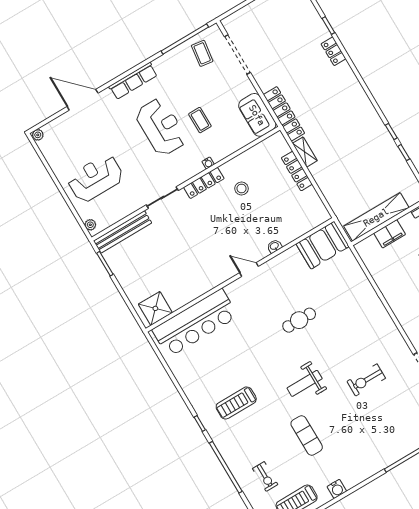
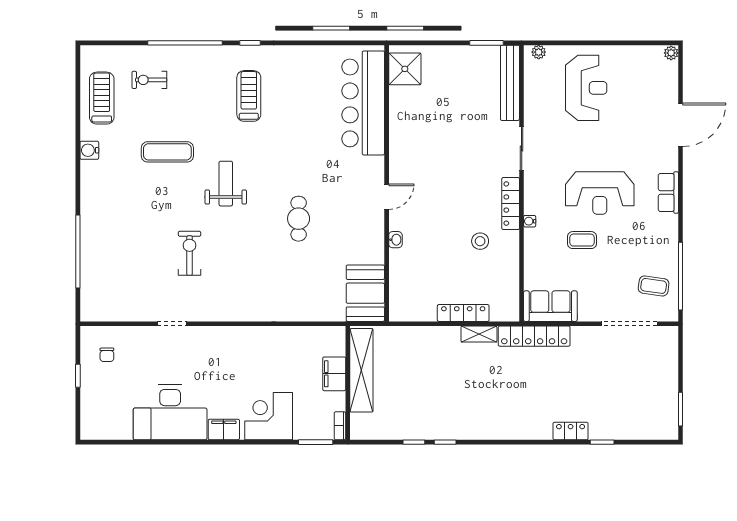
row of seats: (133, 81) -> (668, 193), width x0.68

